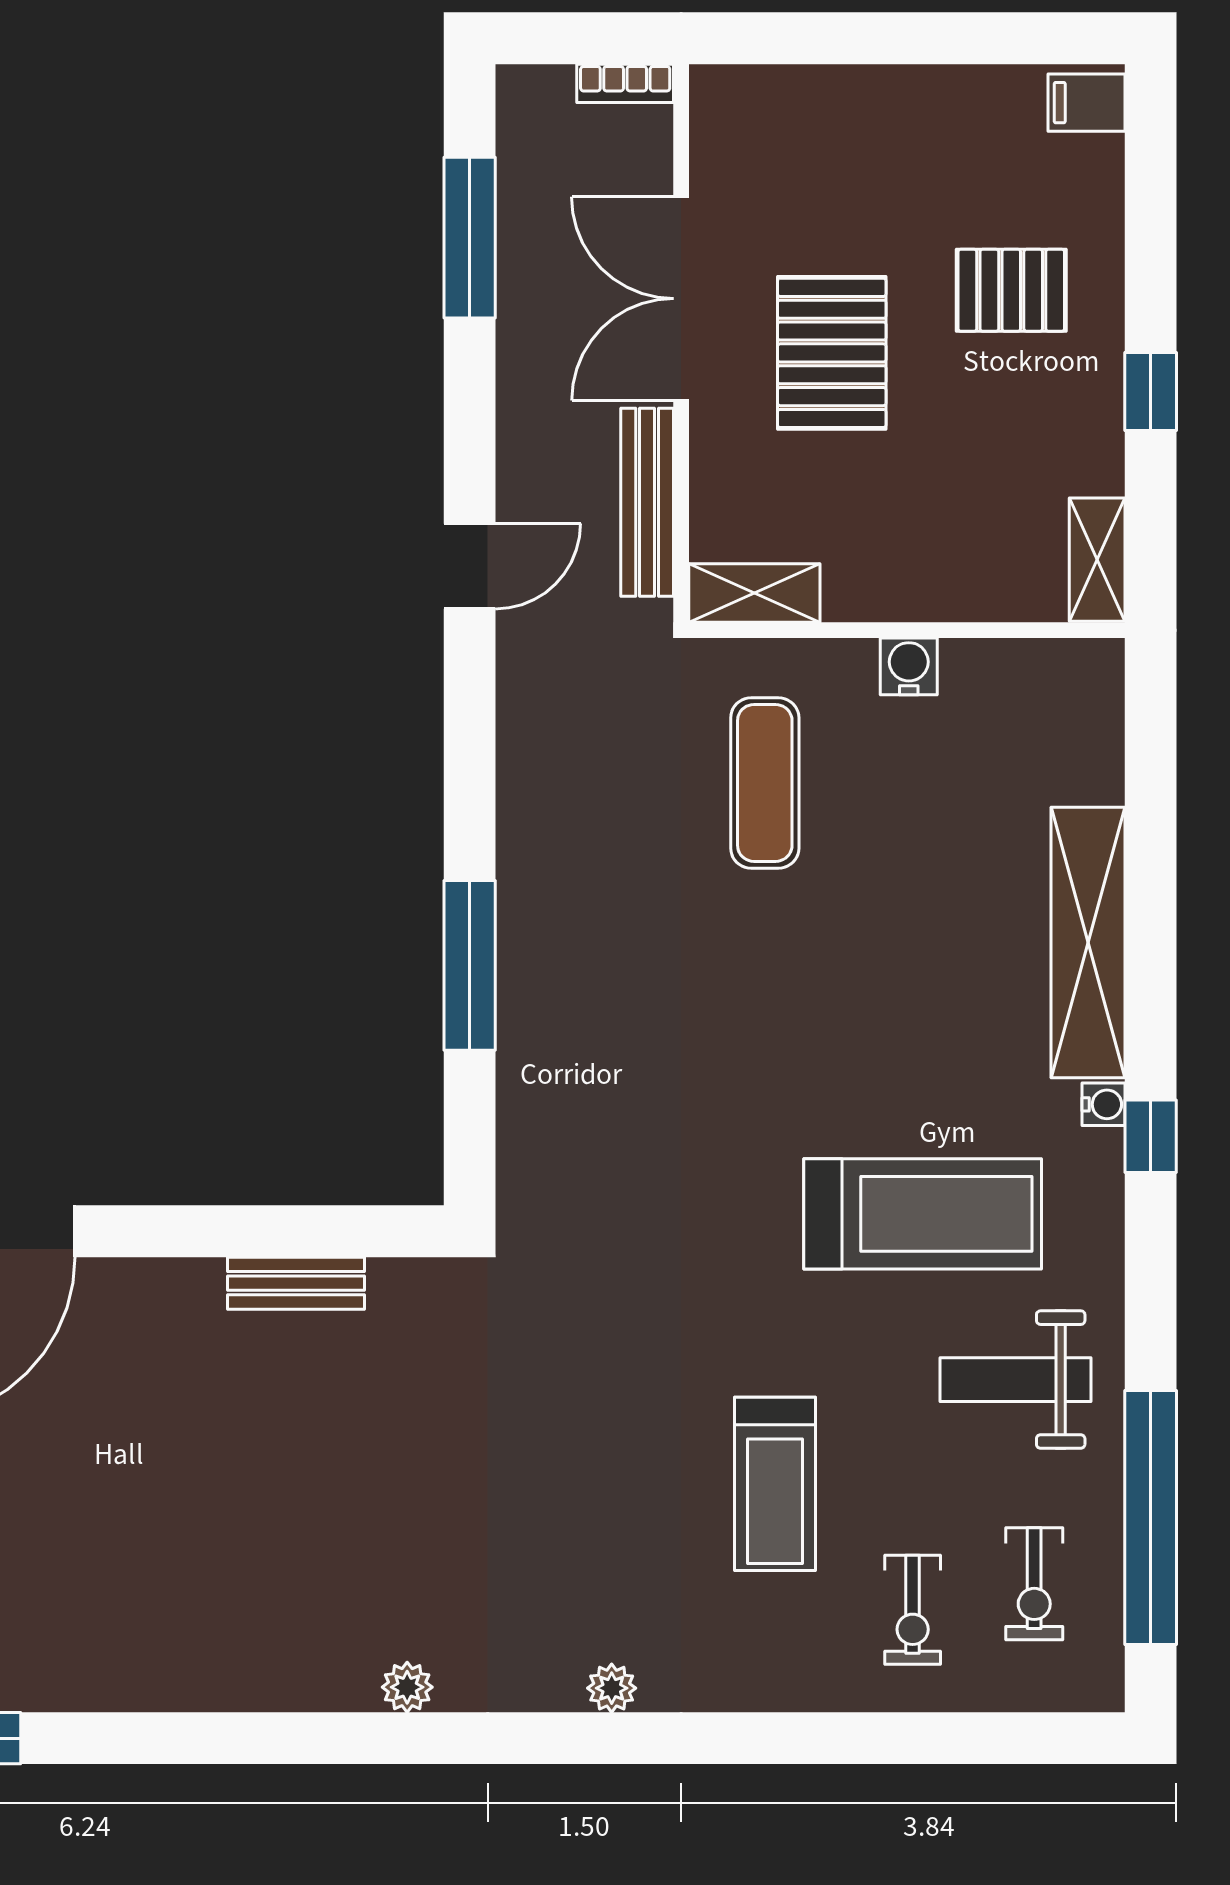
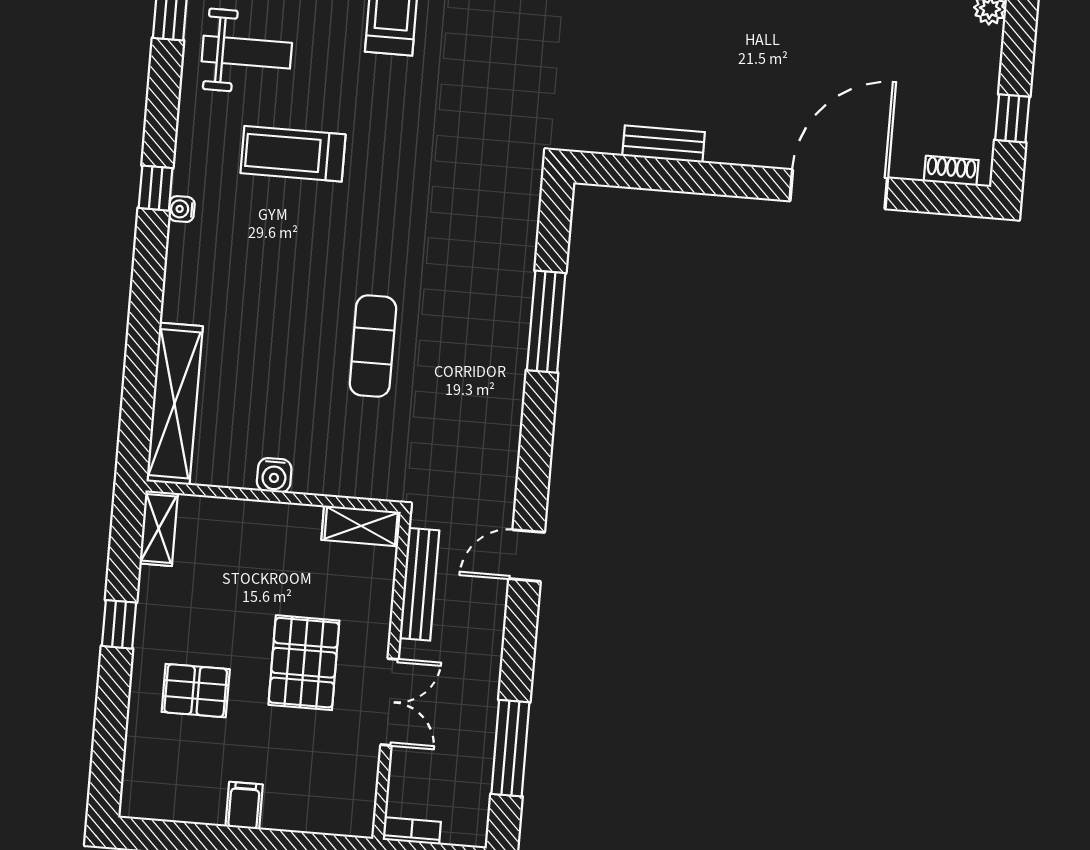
filing cabinet: (1087, 103) -> (244, 806), moved, turned -90
double door: (681, 299) -> (389, 702), width x0.73
exercise mat: (765, 783) -> (373, 346), moved
shelving: (1088, 942) -> (175, 404), moved
treadmill: (923, 1214) -> (293, 154), width x0.73, depth x0.73

